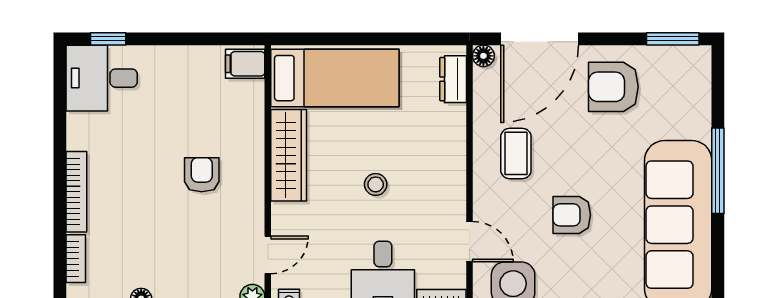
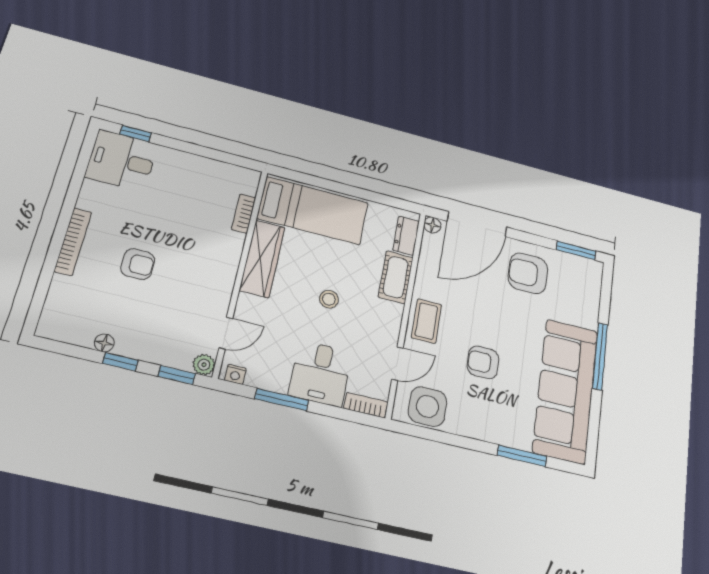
filing cabinet: (245, 64) -> (243, 181), removed
cot: (450, 136) -> (396, 277), added
coffee table: (516, 153) -> (426, 321), moved
armchair: (202, 175) -> (138, 264), moved, turned 90
door: (470, 242) -> (397, 364), hinge flipped
bookcase: (76, 259) -> (244, 214), moved, turned 180

